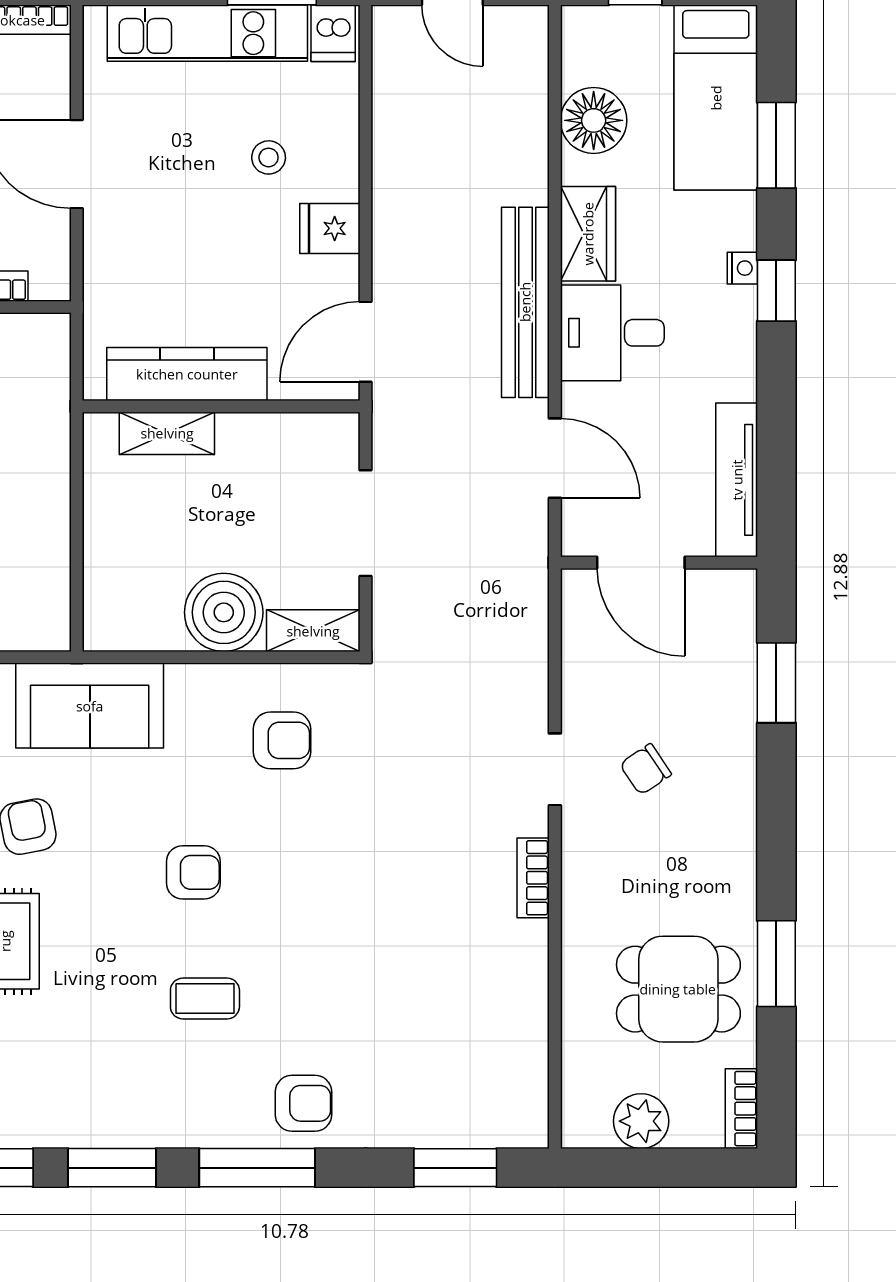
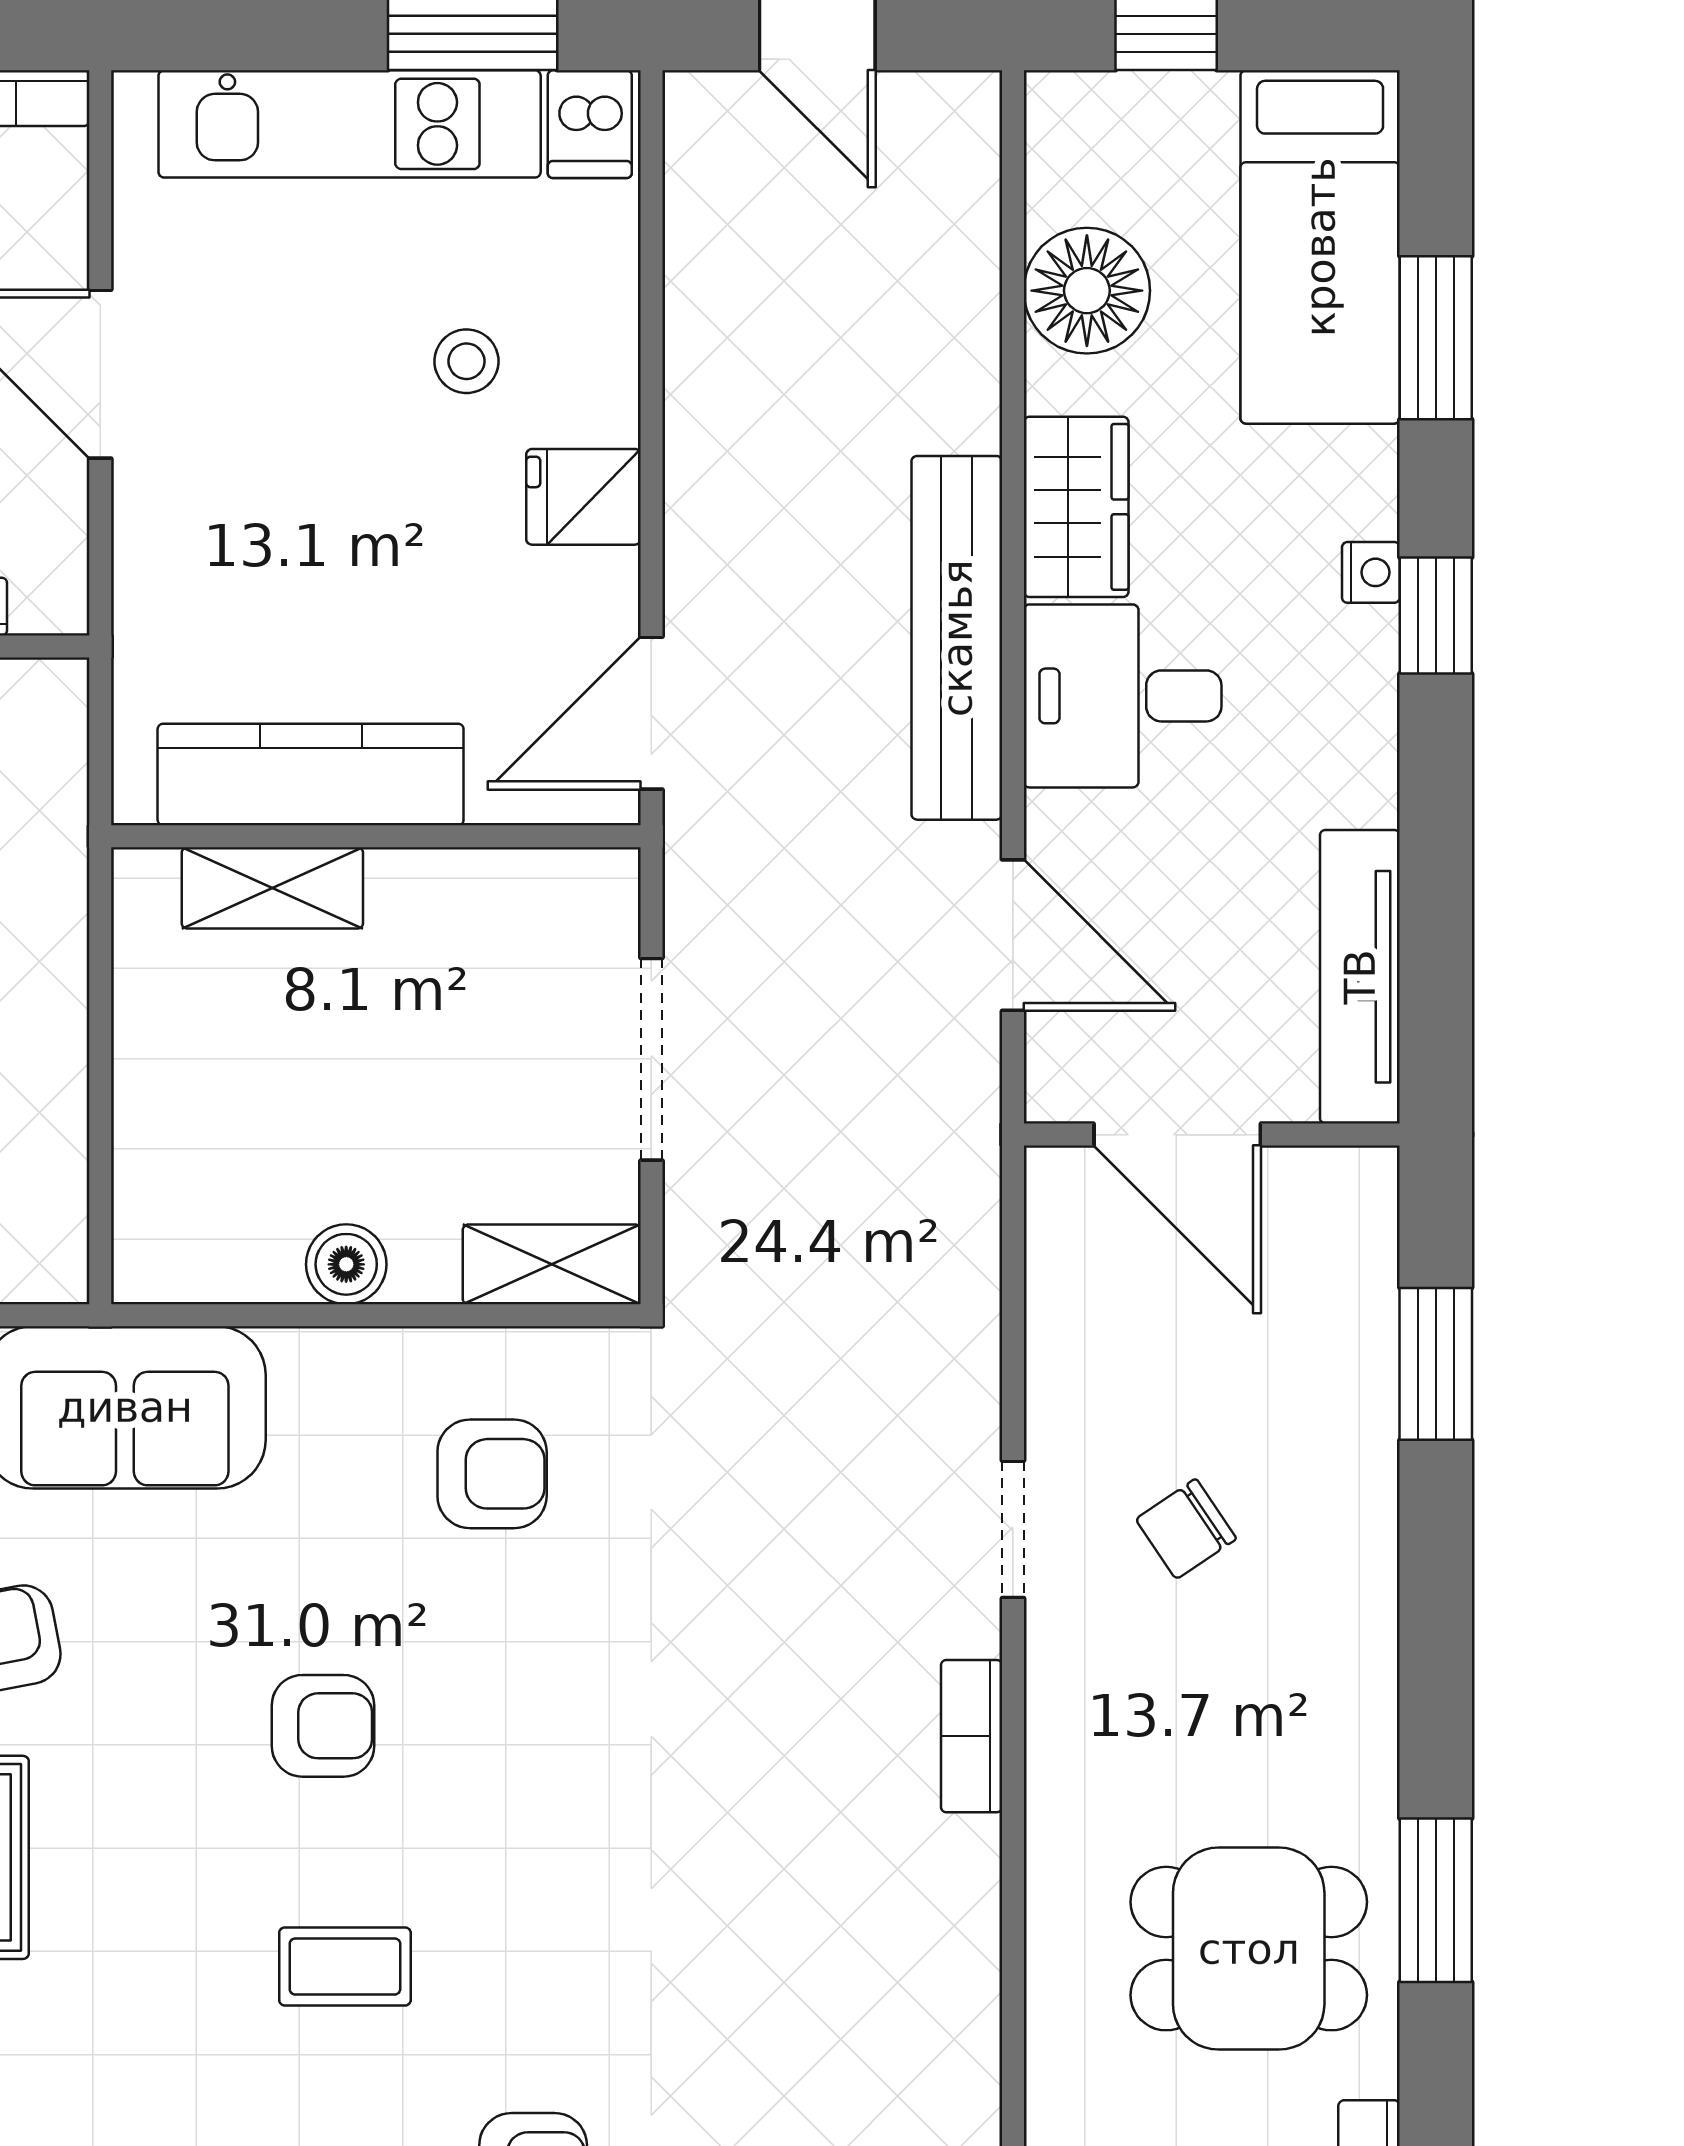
boiler: (224, 612) -> (346, 1264), width x0.54, depth x0.54

